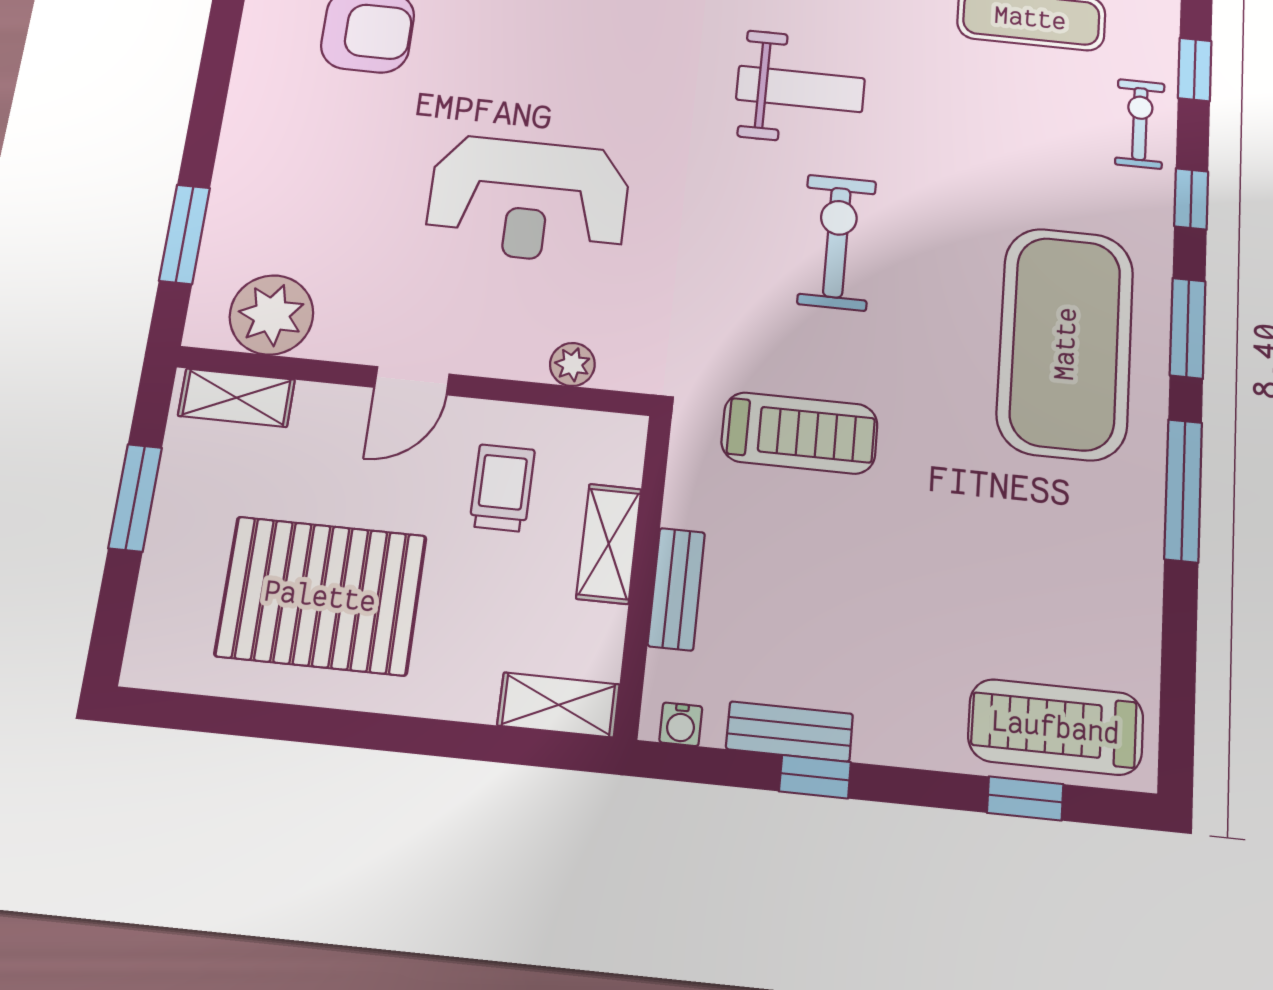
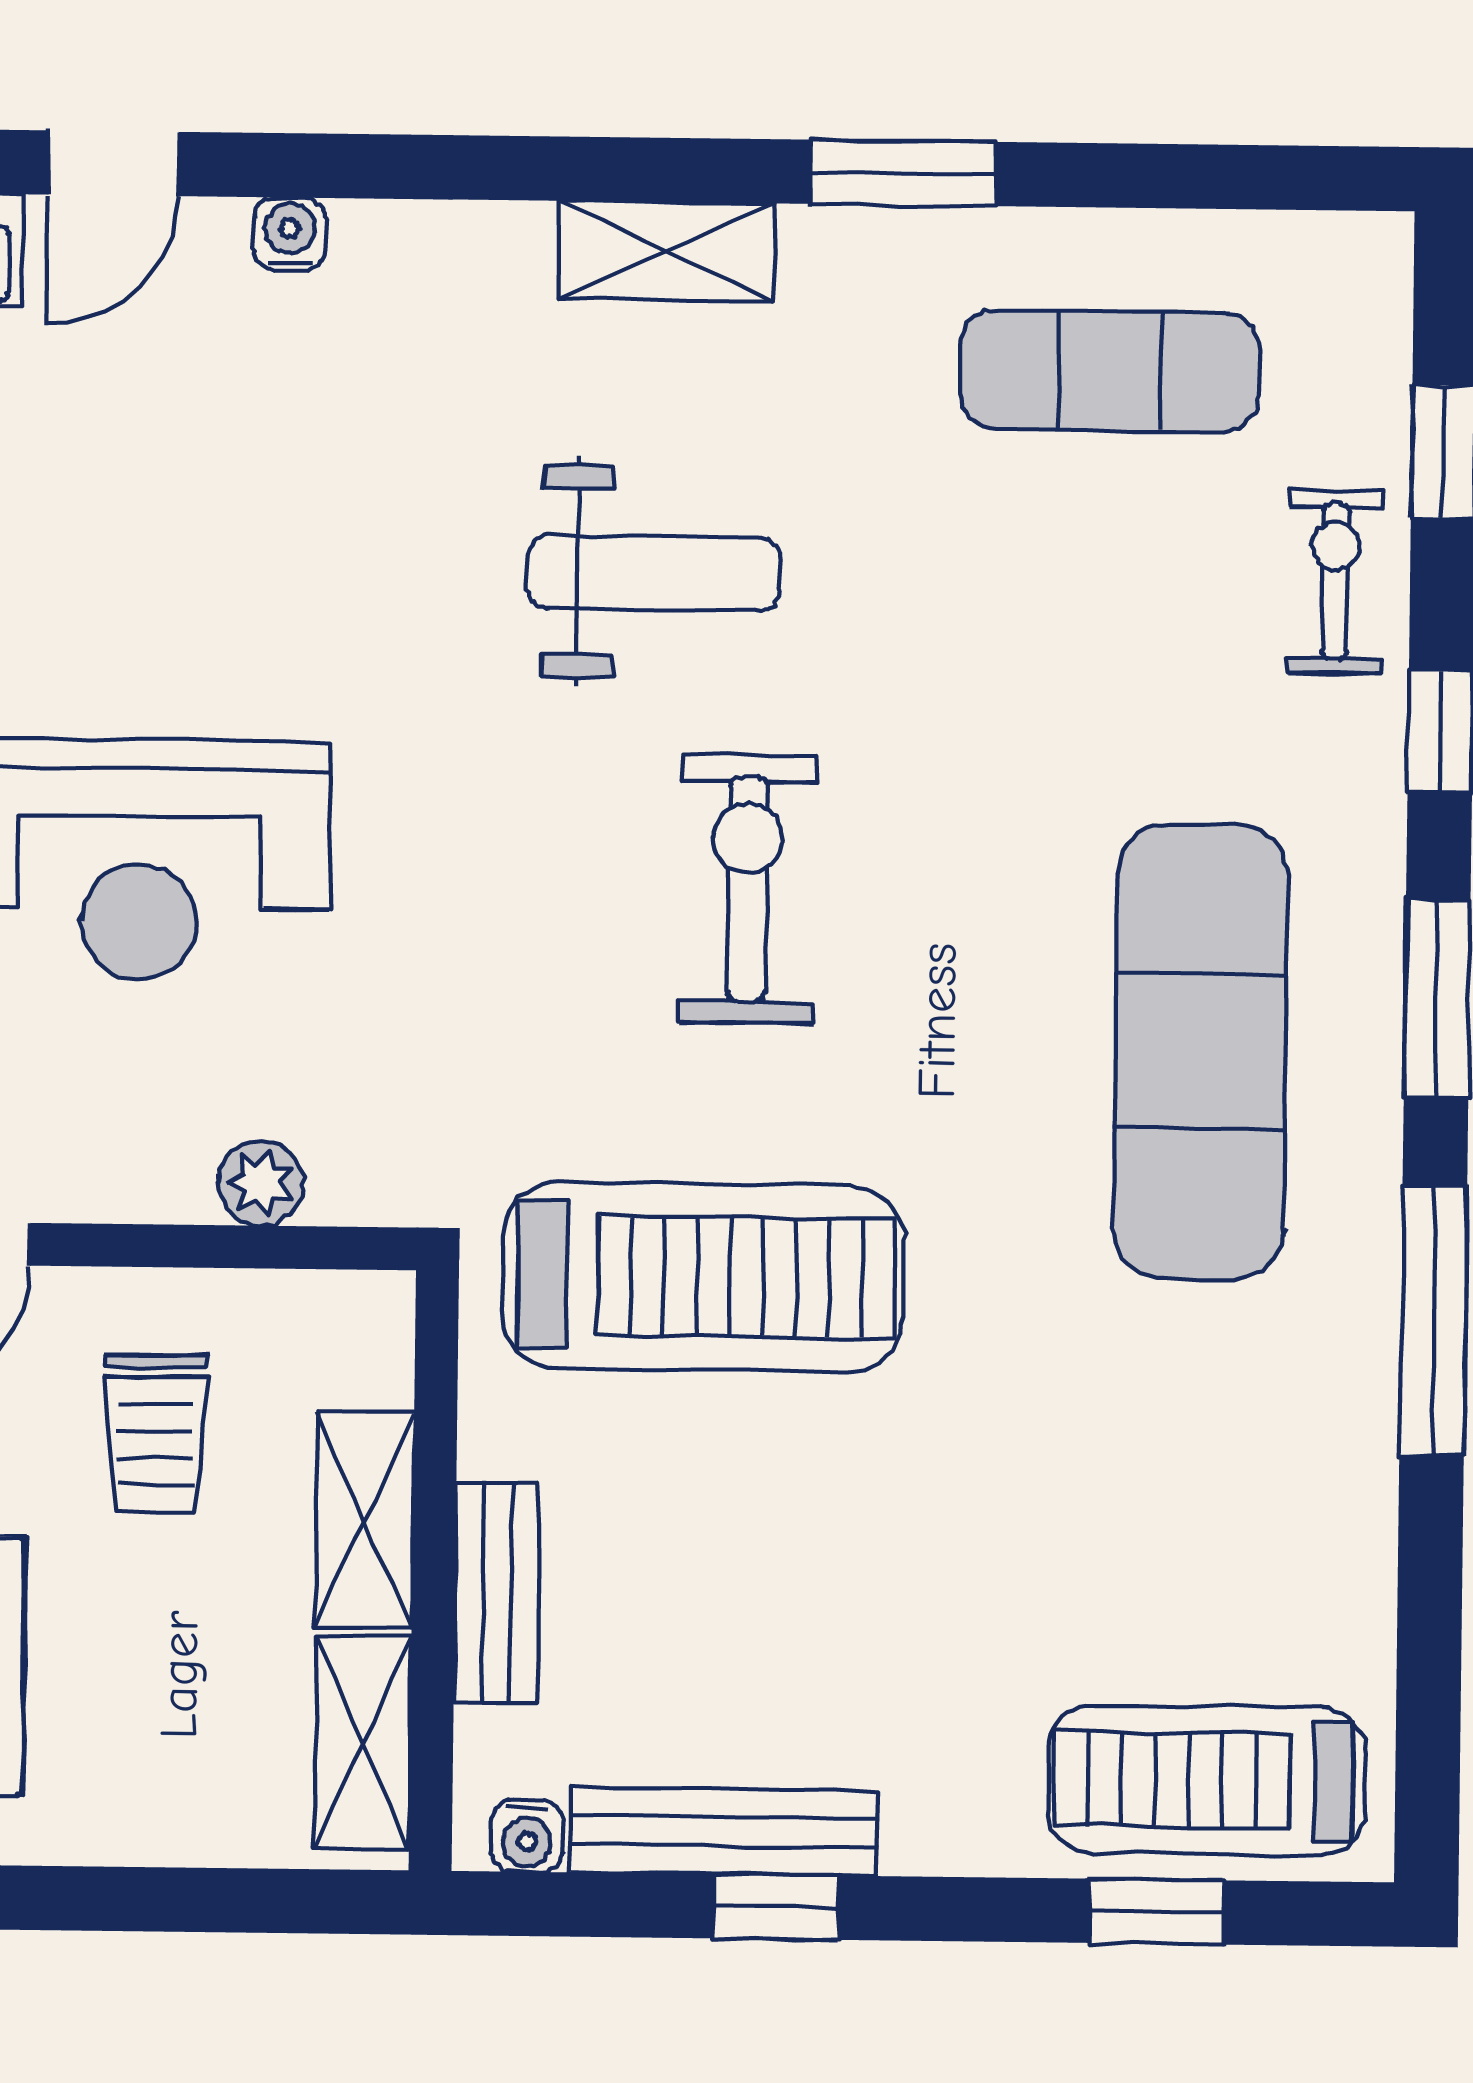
exercise mat: (1065, 343) -> (1201, 1051), width x0.68
treadmill: (800, 433) -> (703, 1277), width x1.37, depth x1.38
trolley: (502, 488) -> (155, 1433), turned 180
shelving: (559, 705) -> (363, 1743), moved, turned 90
bench: (790, 731) -> (724, 1831), width x1.36

